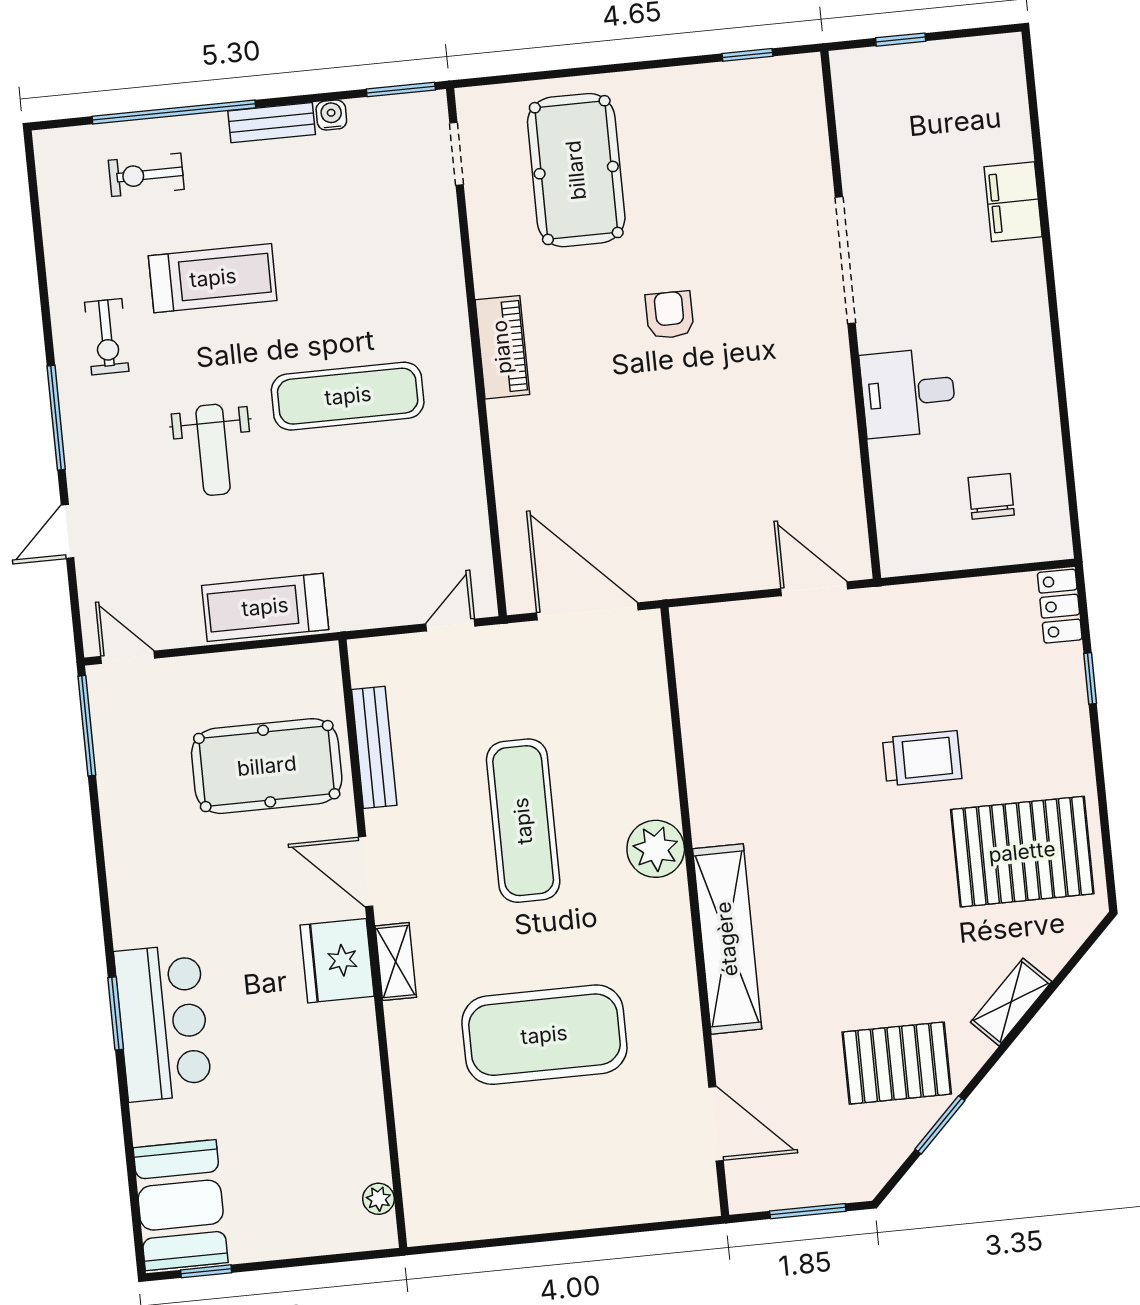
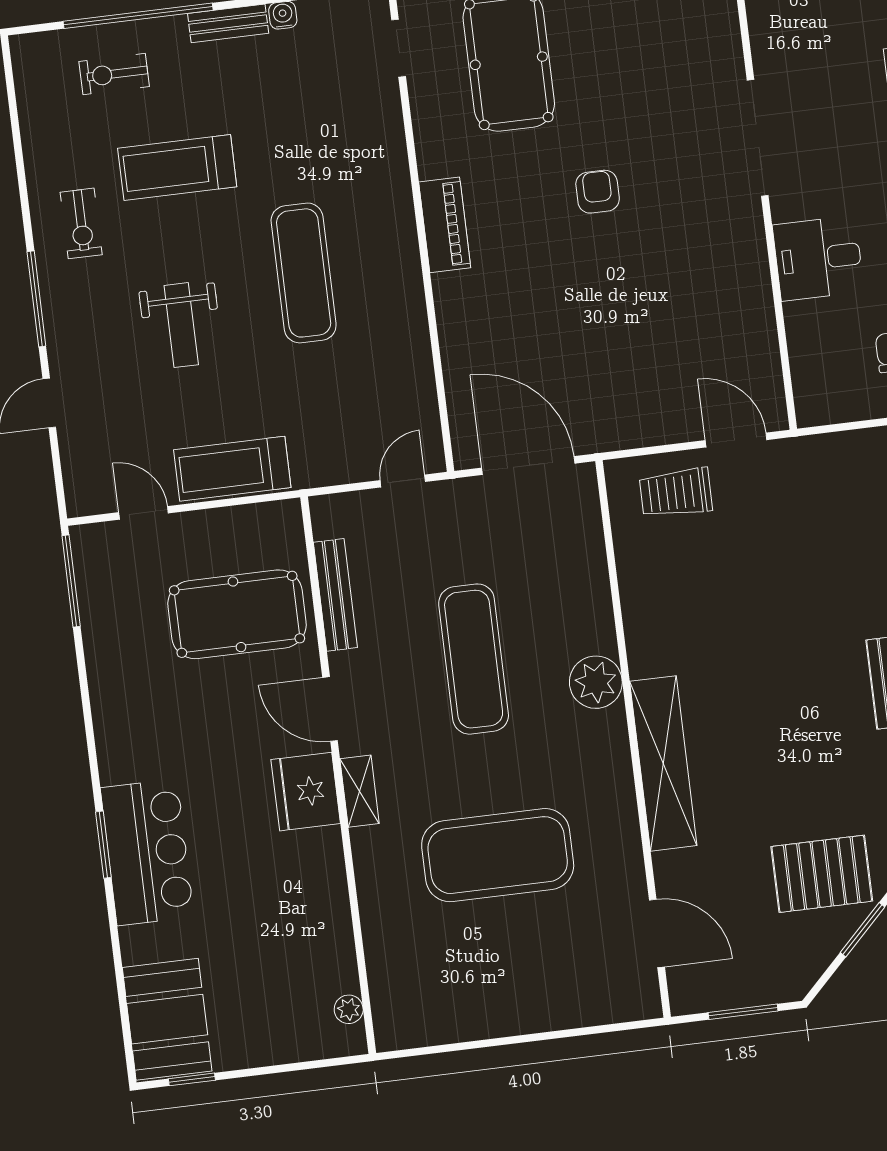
treadmill: (213, 278) -> (177, 167), turned 180
exercise mat: (348, 396) -> (304, 273), turned 90
door: (128, 657) -> (144, 513), moved
trolley: (922, 758) -> (676, 493), moved, turned 180

